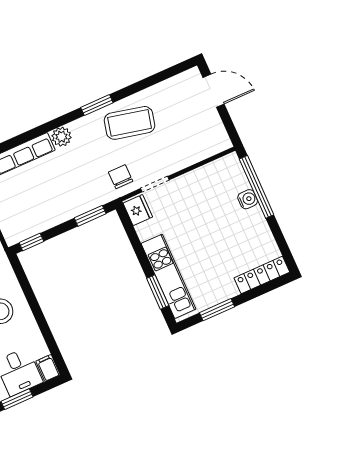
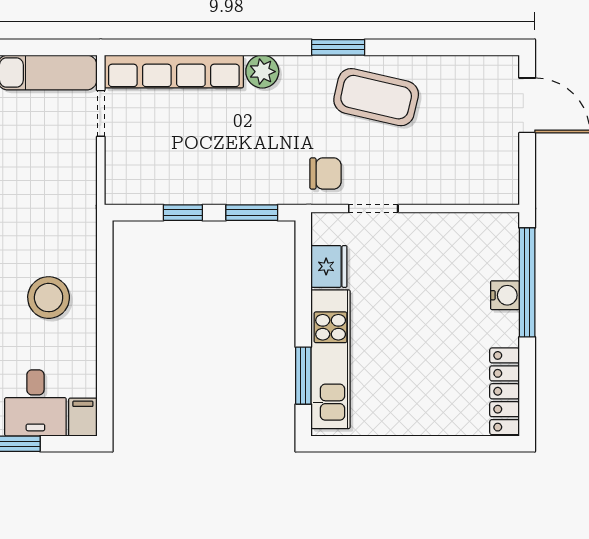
chair: (121, 177) -> (325, 173), turned 90
fridge: (138, 210) -> (329, 266), moved
window: (31, 242) -> (183, 213), moved
locker: (262, 275) -> (505, 391), moved, turned -90
window: (217, 310) -> (382, 444), removed

